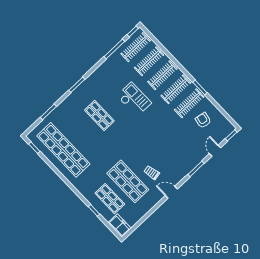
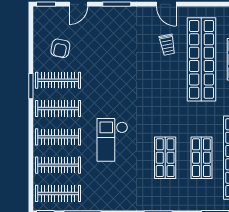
shop shelf: (81, 133) -> (201, 158), added
shop shelf: (128, 181) -> (201, 59), width x1.40

